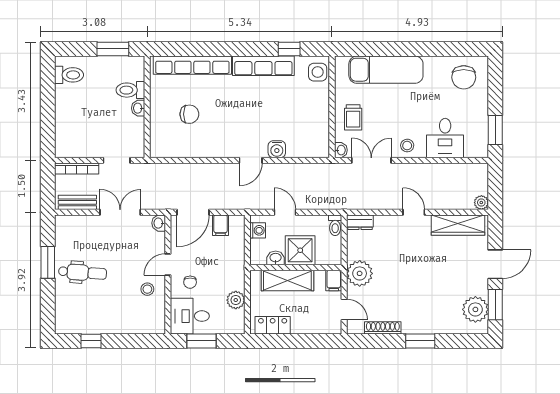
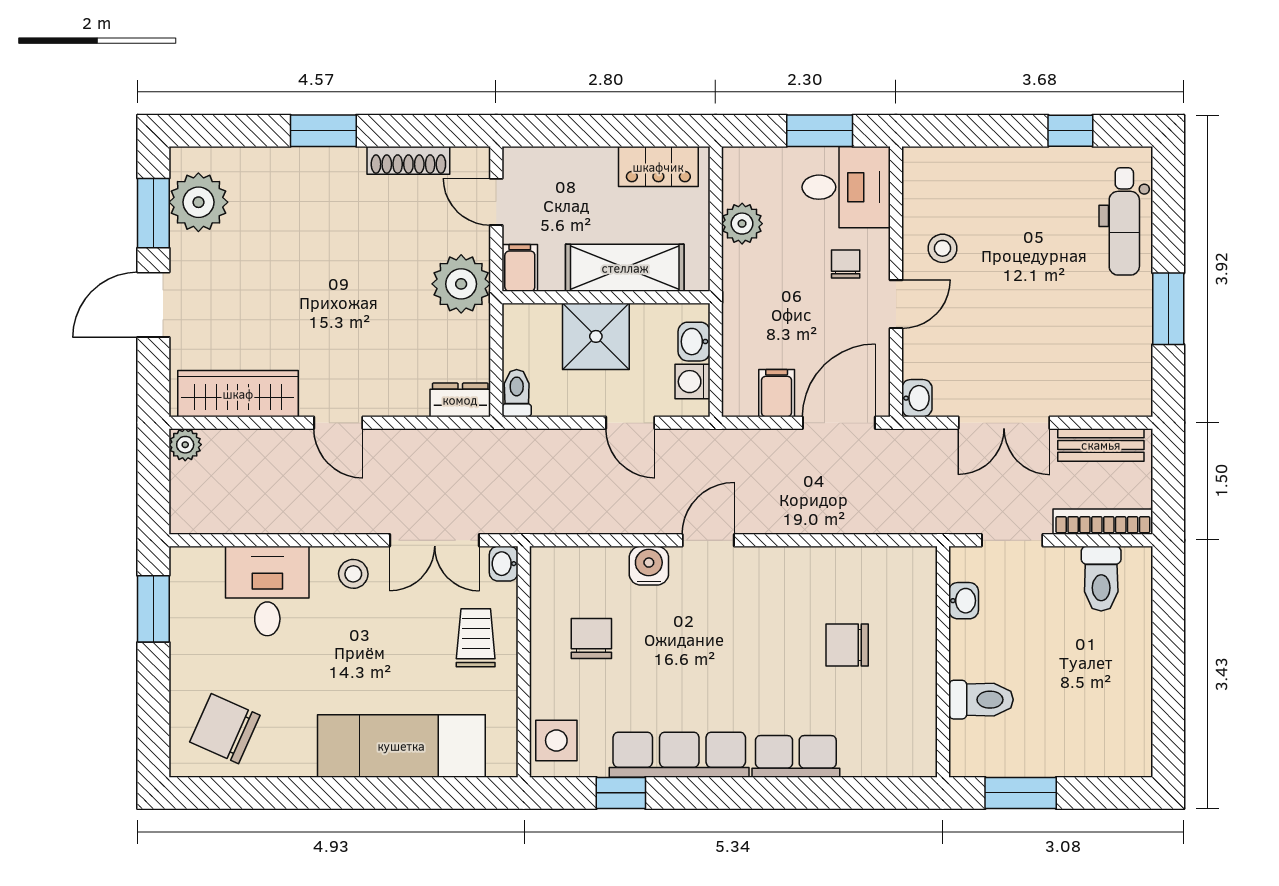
row of seats: (192, 65) -> (796, 756), width x0.50
toilet: (69, 75) -> (1101, 579), moved, turned -90
chair: (464, 77) -> (225, 729), turned -66
washbasin: (138, 108) -> (964, 601), moved
chair: (302, 117) -> (591, 638), added
washbasin: (276, 258) -> (694, 342), moved, turned 90
dental chair: (82, 273) -> (1124, 221), moved, turned -94

